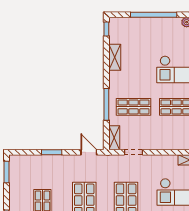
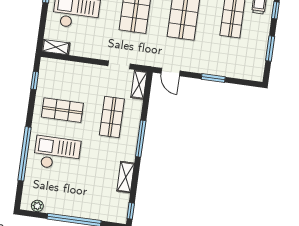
window: (106, 104) -> (141, 139), moved
shop shelf: (133, 107) -> (112, 117), turned 90
window: (7, 172) -> (270, 49), moved

